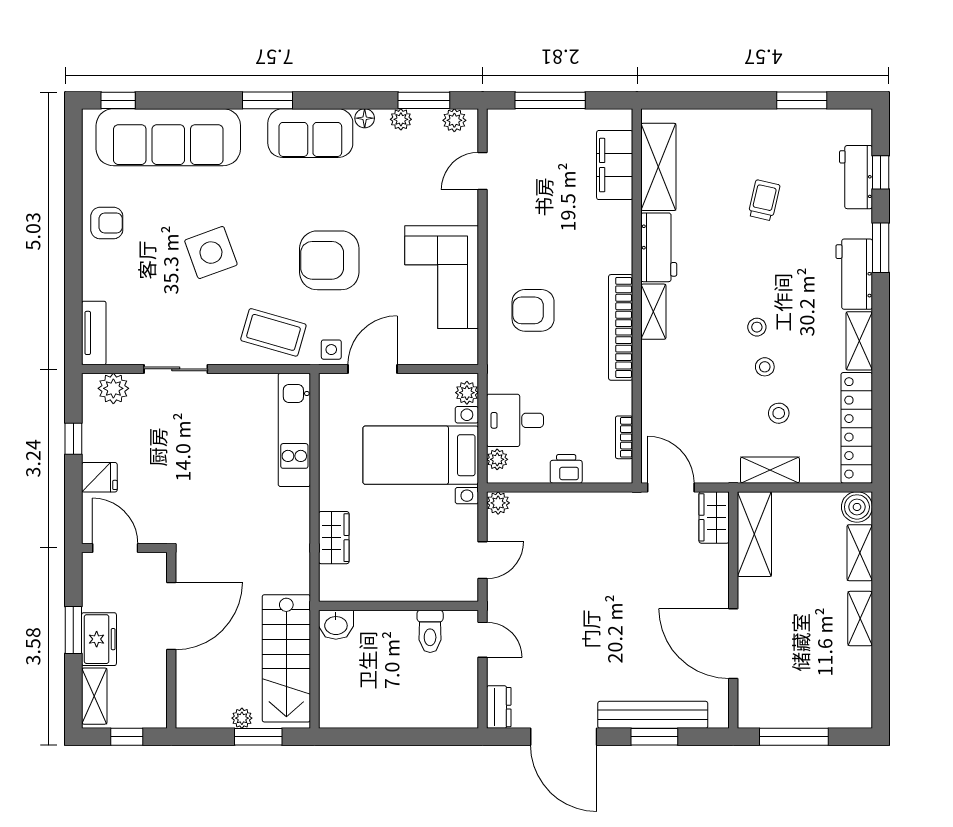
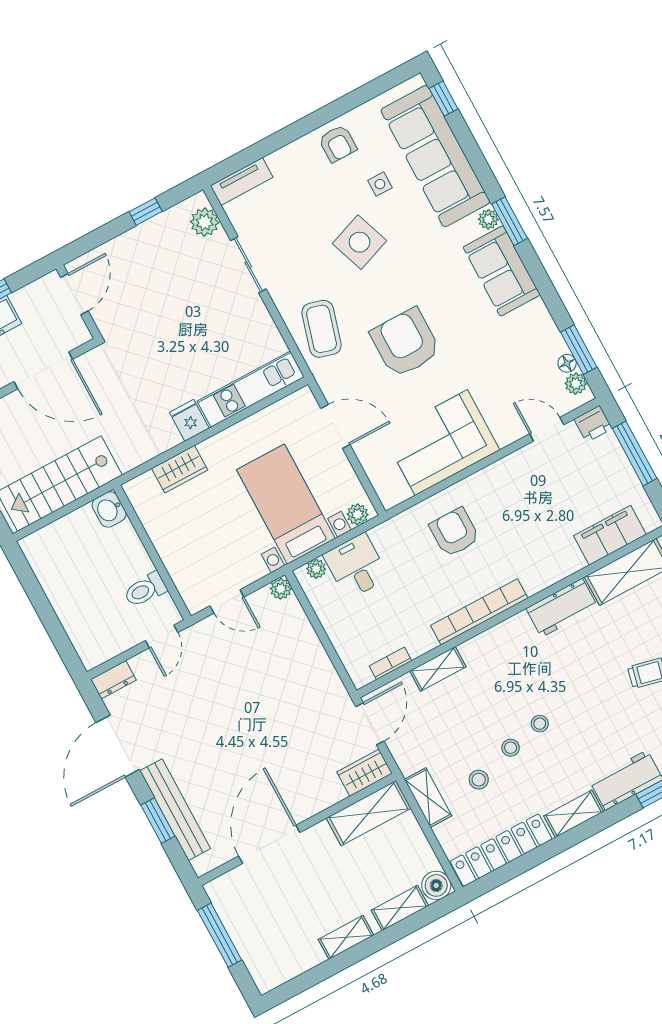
floor lamp: (365, 118) -> (567, 363), moved
plant: (401, 119) -> (488, 219), moved
shelving: (653, 312) -> (438, 669), moved
side table: (331, 350) -> (380, 184), moved
printer: (566, 469) -> (593, 424), moved, turned 90
fridge: (99, 477) -> (189, 420), moved, turned 180

